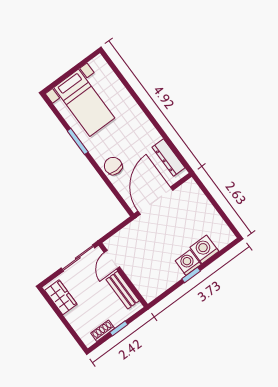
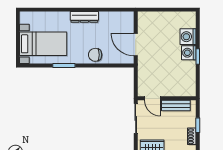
dresser: (169, 158) -> (84, 17), moved
door: (155, 201) -> (136, 45), width x0.73

